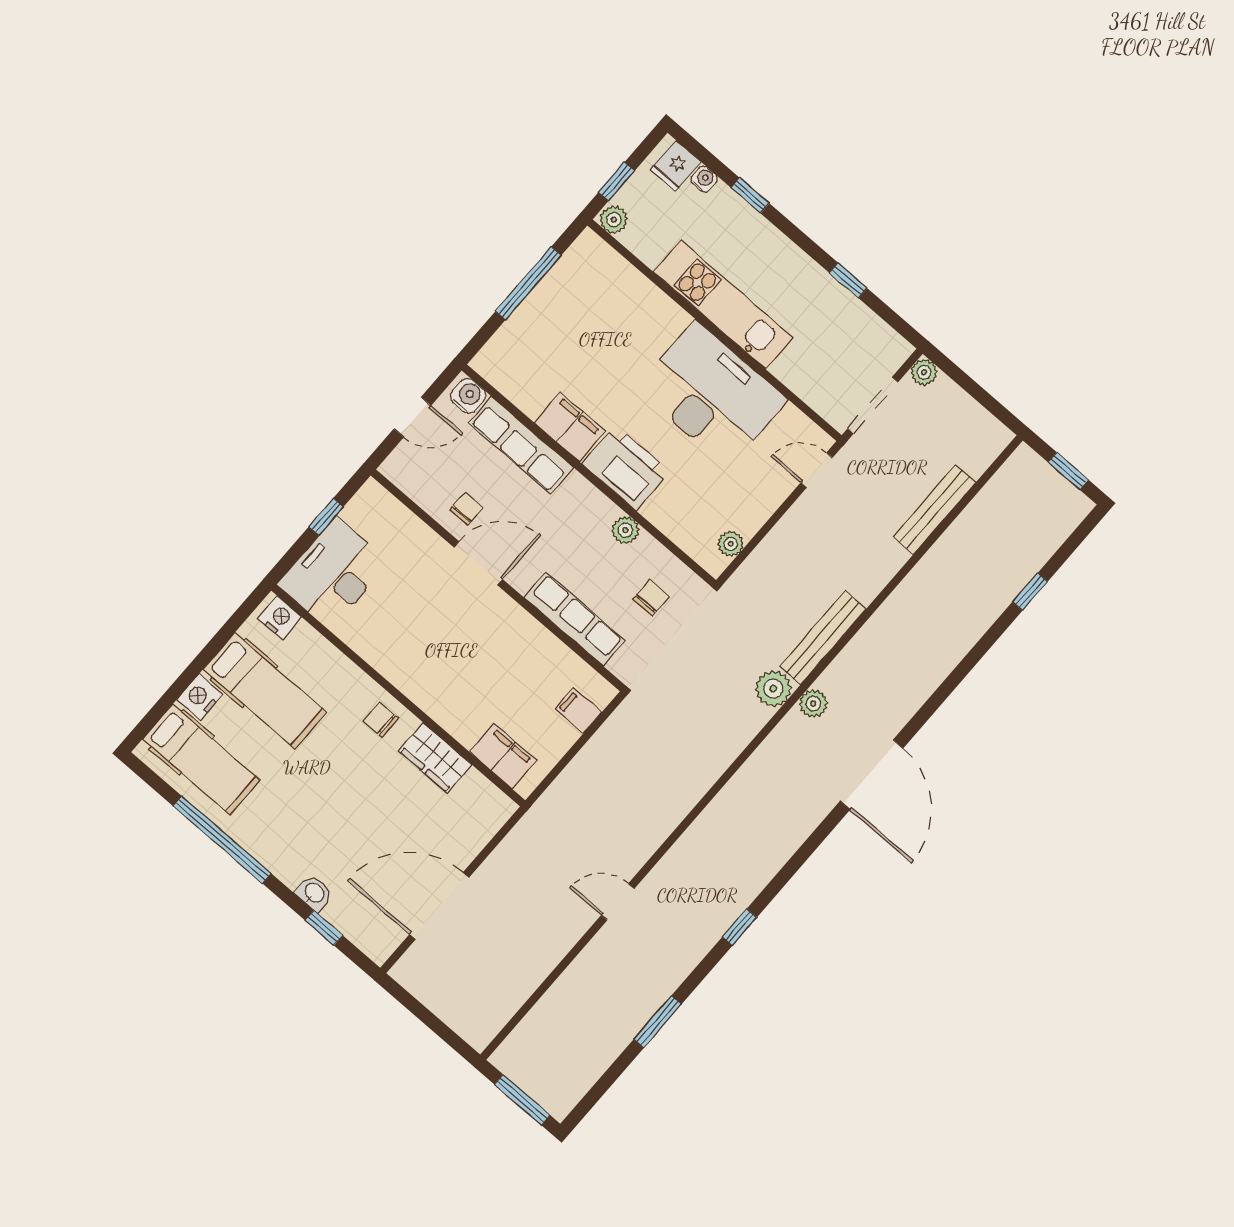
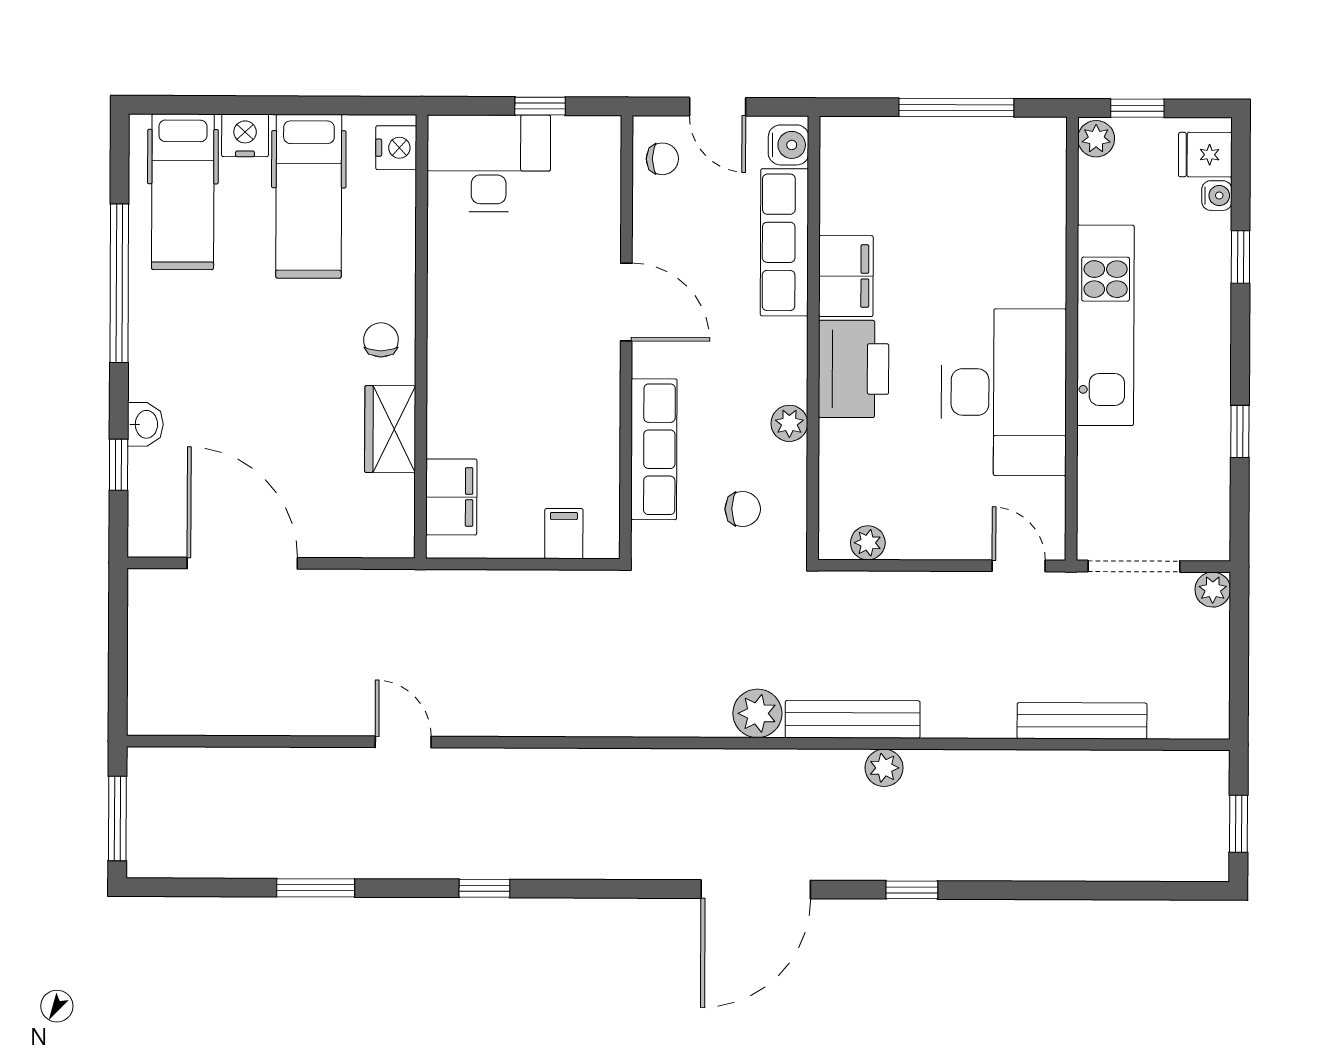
chair: (467, 509) -> (662, 159), moved
window: (1030, 592) -> (912, 890), moved
plant: (813, 704) -> (884, 768), moved

